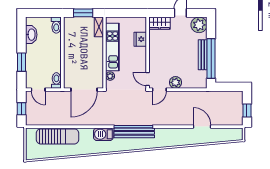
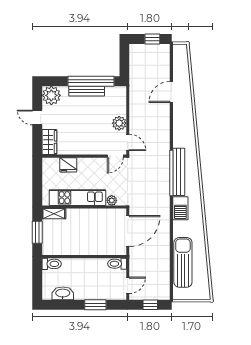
door: (84, 90) -> (128, 231), hinge flipped

